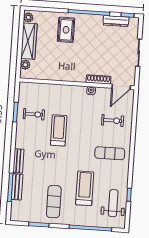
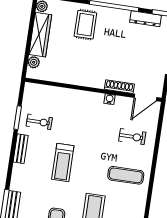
treadmill: (59, 130) -> (63, 163), moved, turned 180
bench: (18, 161) -> (21, 149), moved

